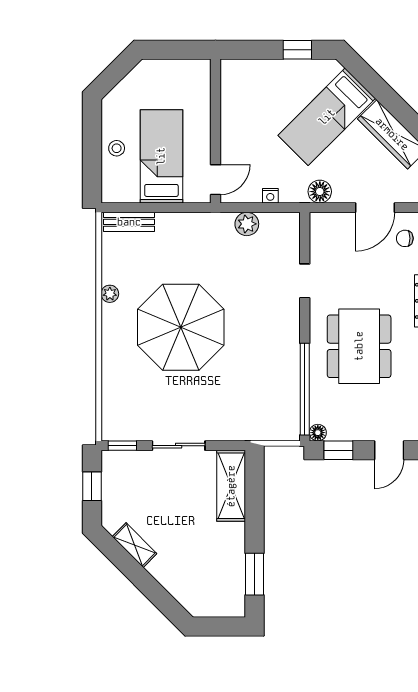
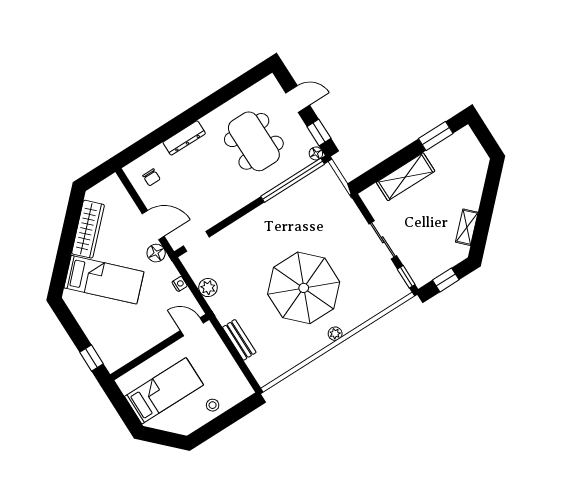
window: (297, 50) -> (91, 358), moved
bed: (161, 156) -> (164, 391), moved, turned 180
door: (375, 208) -> (153, 225), moved
bench: (129, 222) -> (239, 340), moved
doorway: (305, 281) -> (196, 241), moved
plant: (110, 294) -> (335, 334), moved
dining table: (359, 346) -> (254, 141), moved, turned 90
shelving: (231, 486) -> (406, 177), moved

